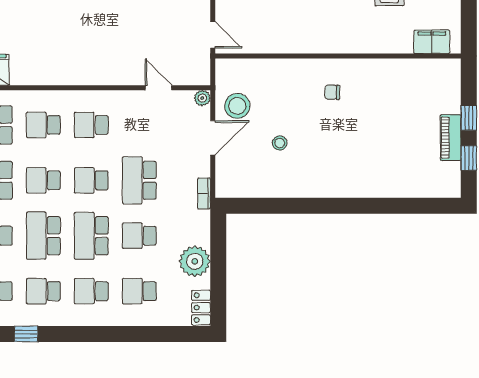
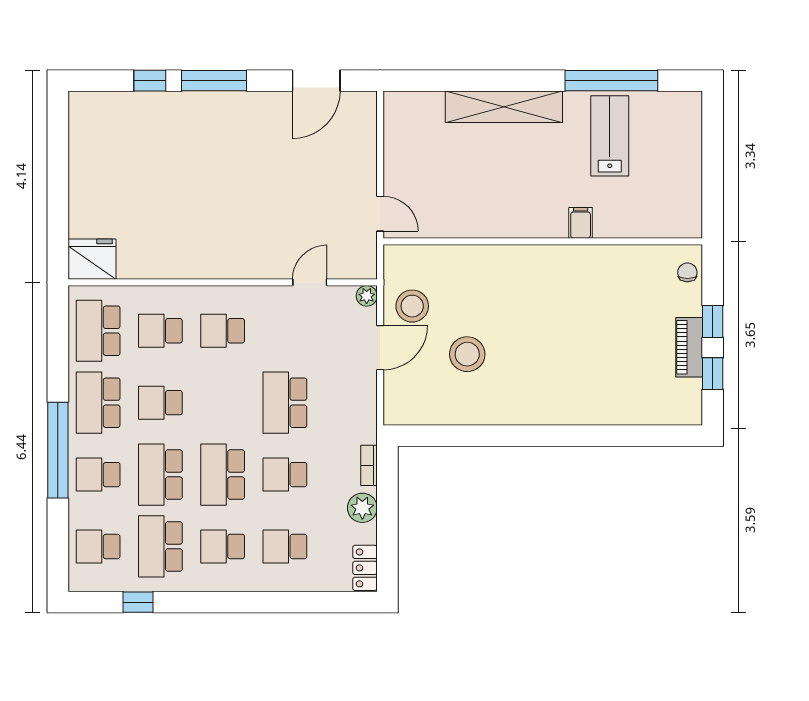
filing cabinet: (432, 42) -> (581, 223), moved, width x0.50
door: (158, 88) -> (310, 282), hinge flipped
chair: (332, 92) -> (687, 272), moved, turned 88
stool: (280, 143) -> (467, 354), width x1.89, depth x1.89
school desk: (91, 180) -> (223, 403), removed
bookcase: (204, 193) -> (369, 465), moved
plant: (195, 261) -> (362, 508), width x0.73, depth x0.73
school desk: (43, 291) -> (160, 546), width x1.85

